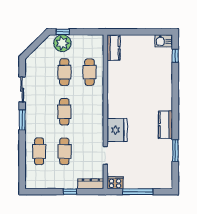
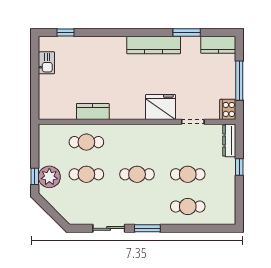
kitchen sink: (164, 41) -> (46, 63), moved
kitchen counter: (113, 48) -> (93, 111), moved
kitchen counter: (165, 125) -> (154, 45), width x1.50
kitchen counter: (166, 175) -> (218, 45), added

